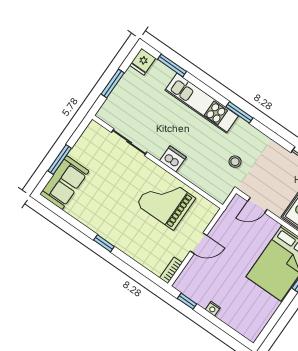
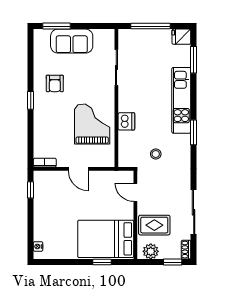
window: (113, 83) -> (151, 26), width x1.44
window: (60, 159) -> (57, 26), moved
dishwasher: (173, 159) -> (126, 121), moved
sofa: (64, 183) -> (72, 41), moved
armchair: (104, 210) -> (55, 83), added
nightstand: (213, 309) -> (38, 246), moved

